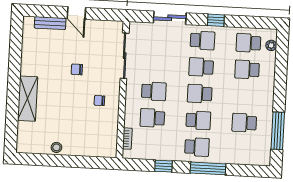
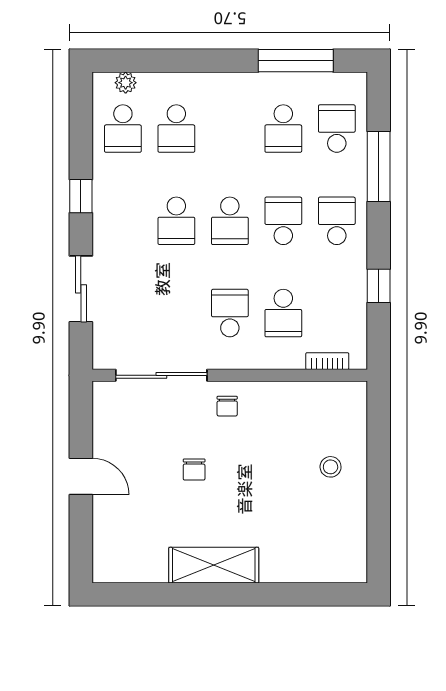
door: (76, 13) -> (81, 476), hinge flipped
bench: (50, 23) -> (104, 528), removed
school desk: (203, 40) -> (337, 129), moved
shelving: (28, 99) -> (214, 565), moved
chair: (99, 101) -> (227, 406), moved
stool: (56, 147) -> (331, 467), moved
window: (208, 168) -> (379, 167), moved

